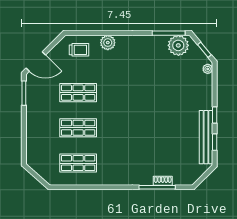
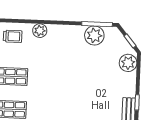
plant: (178, 45) -> (94, 35), moved
plant: (208, 69) -> (128, 63), width x1.88, depth x1.88

